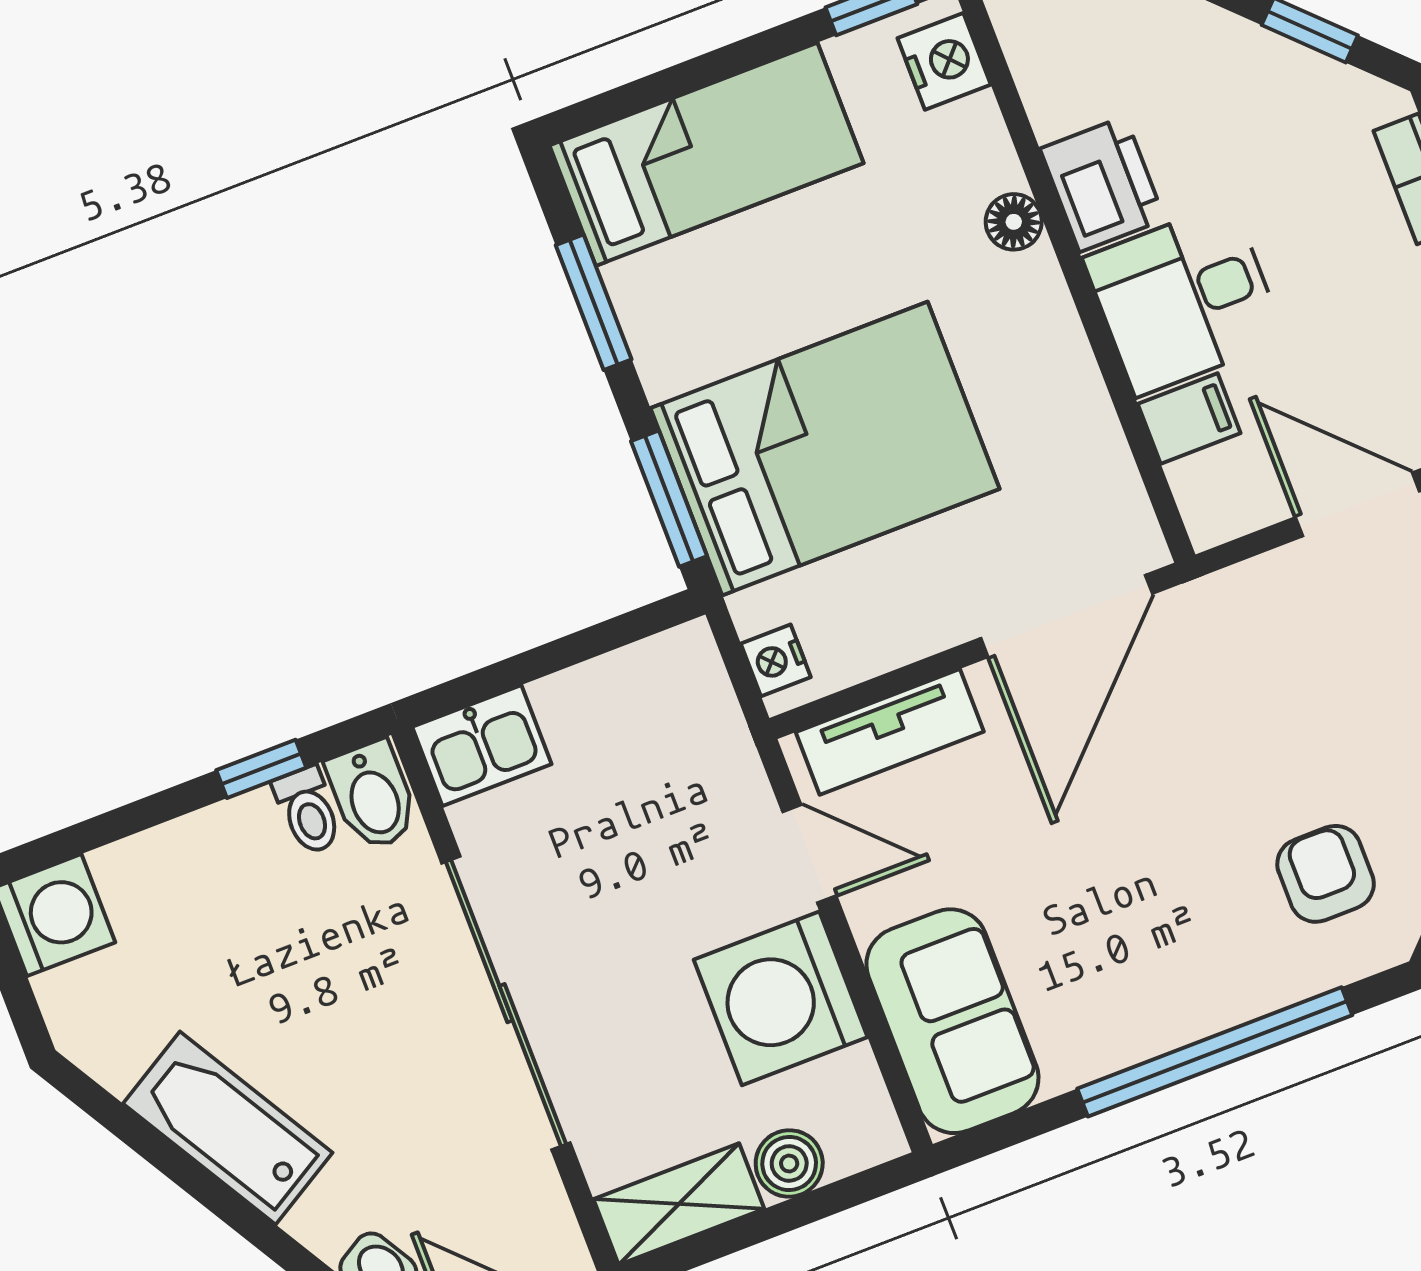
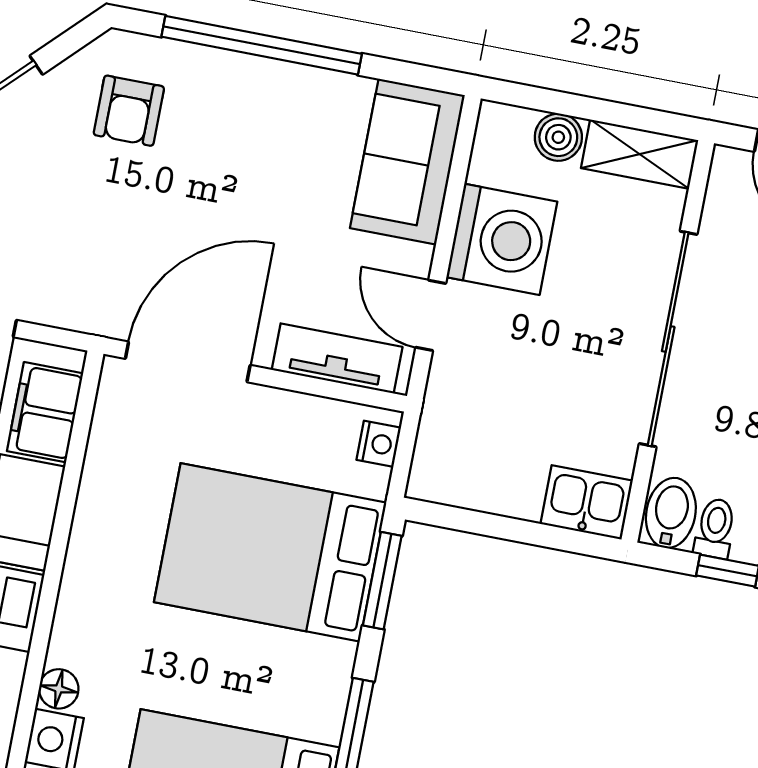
floor lamp: (1014, 222) -> (59, 689), moved
filing cabinet: (1189, 419) -> (45, 412), width x2.00

